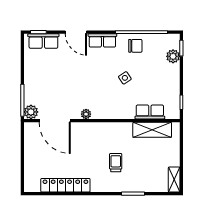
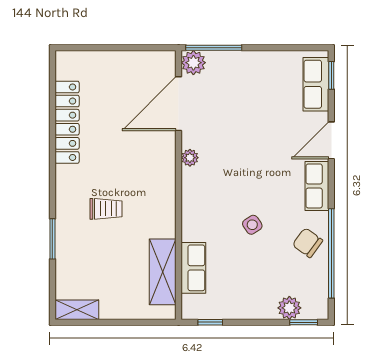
chair: (135, 46) -> (308, 243), turned 126

